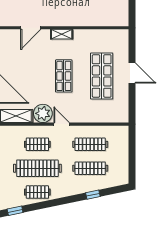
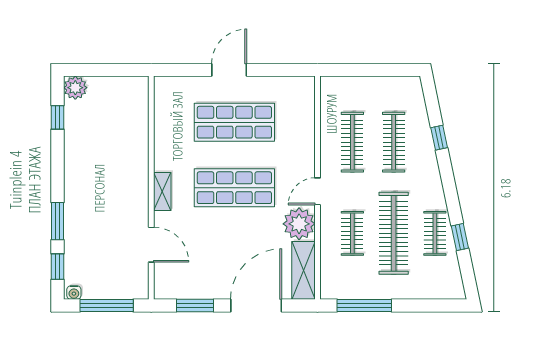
shop shelf: (64, 76) -> (234, 188), width x1.43, depth x1.36
window: (15, 211) -> (460, 237), moved

